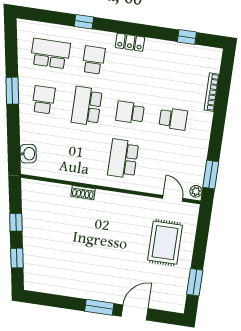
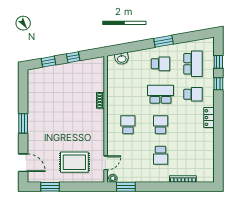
window: (187, 37) -> (218, 62), moved
school desk: (123, 159) -> (128, 125), width x0.54
door: (135, 312) -> (23, 163), moved

